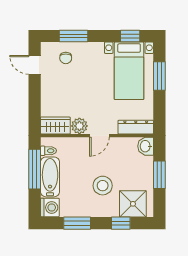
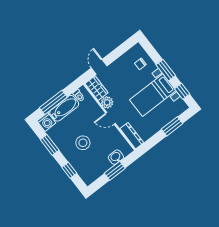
window: (73, 36) -> (166, 70), moved
door: (35, 65) -> (99, 67), moved
bed with nightstands: (129, 71) -> (153, 95), moved
washbasin: (146, 146) -> (116, 157), moved
window: (35, 169) -> (53, 102), moved
shower: (133, 204) -> (86, 169), removed

